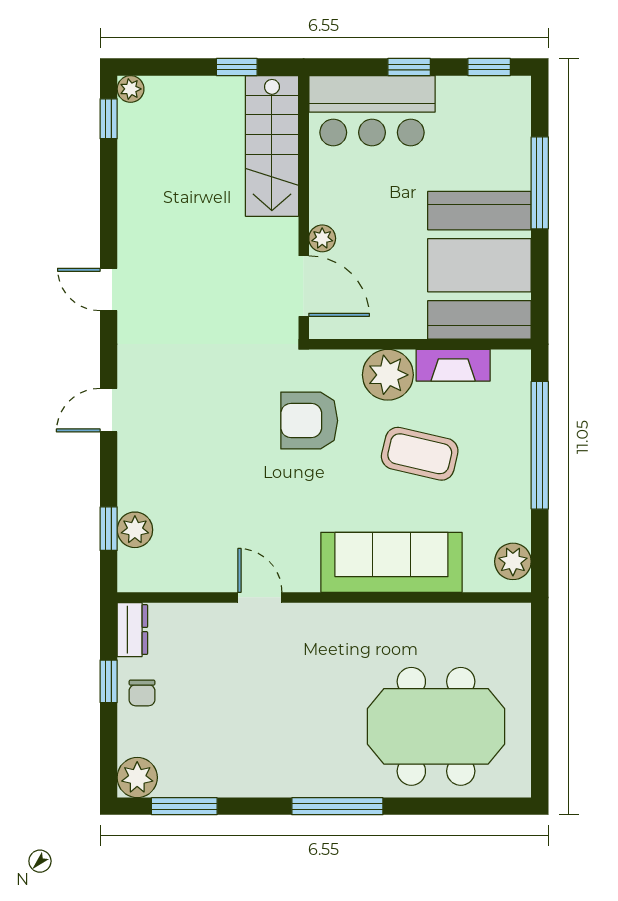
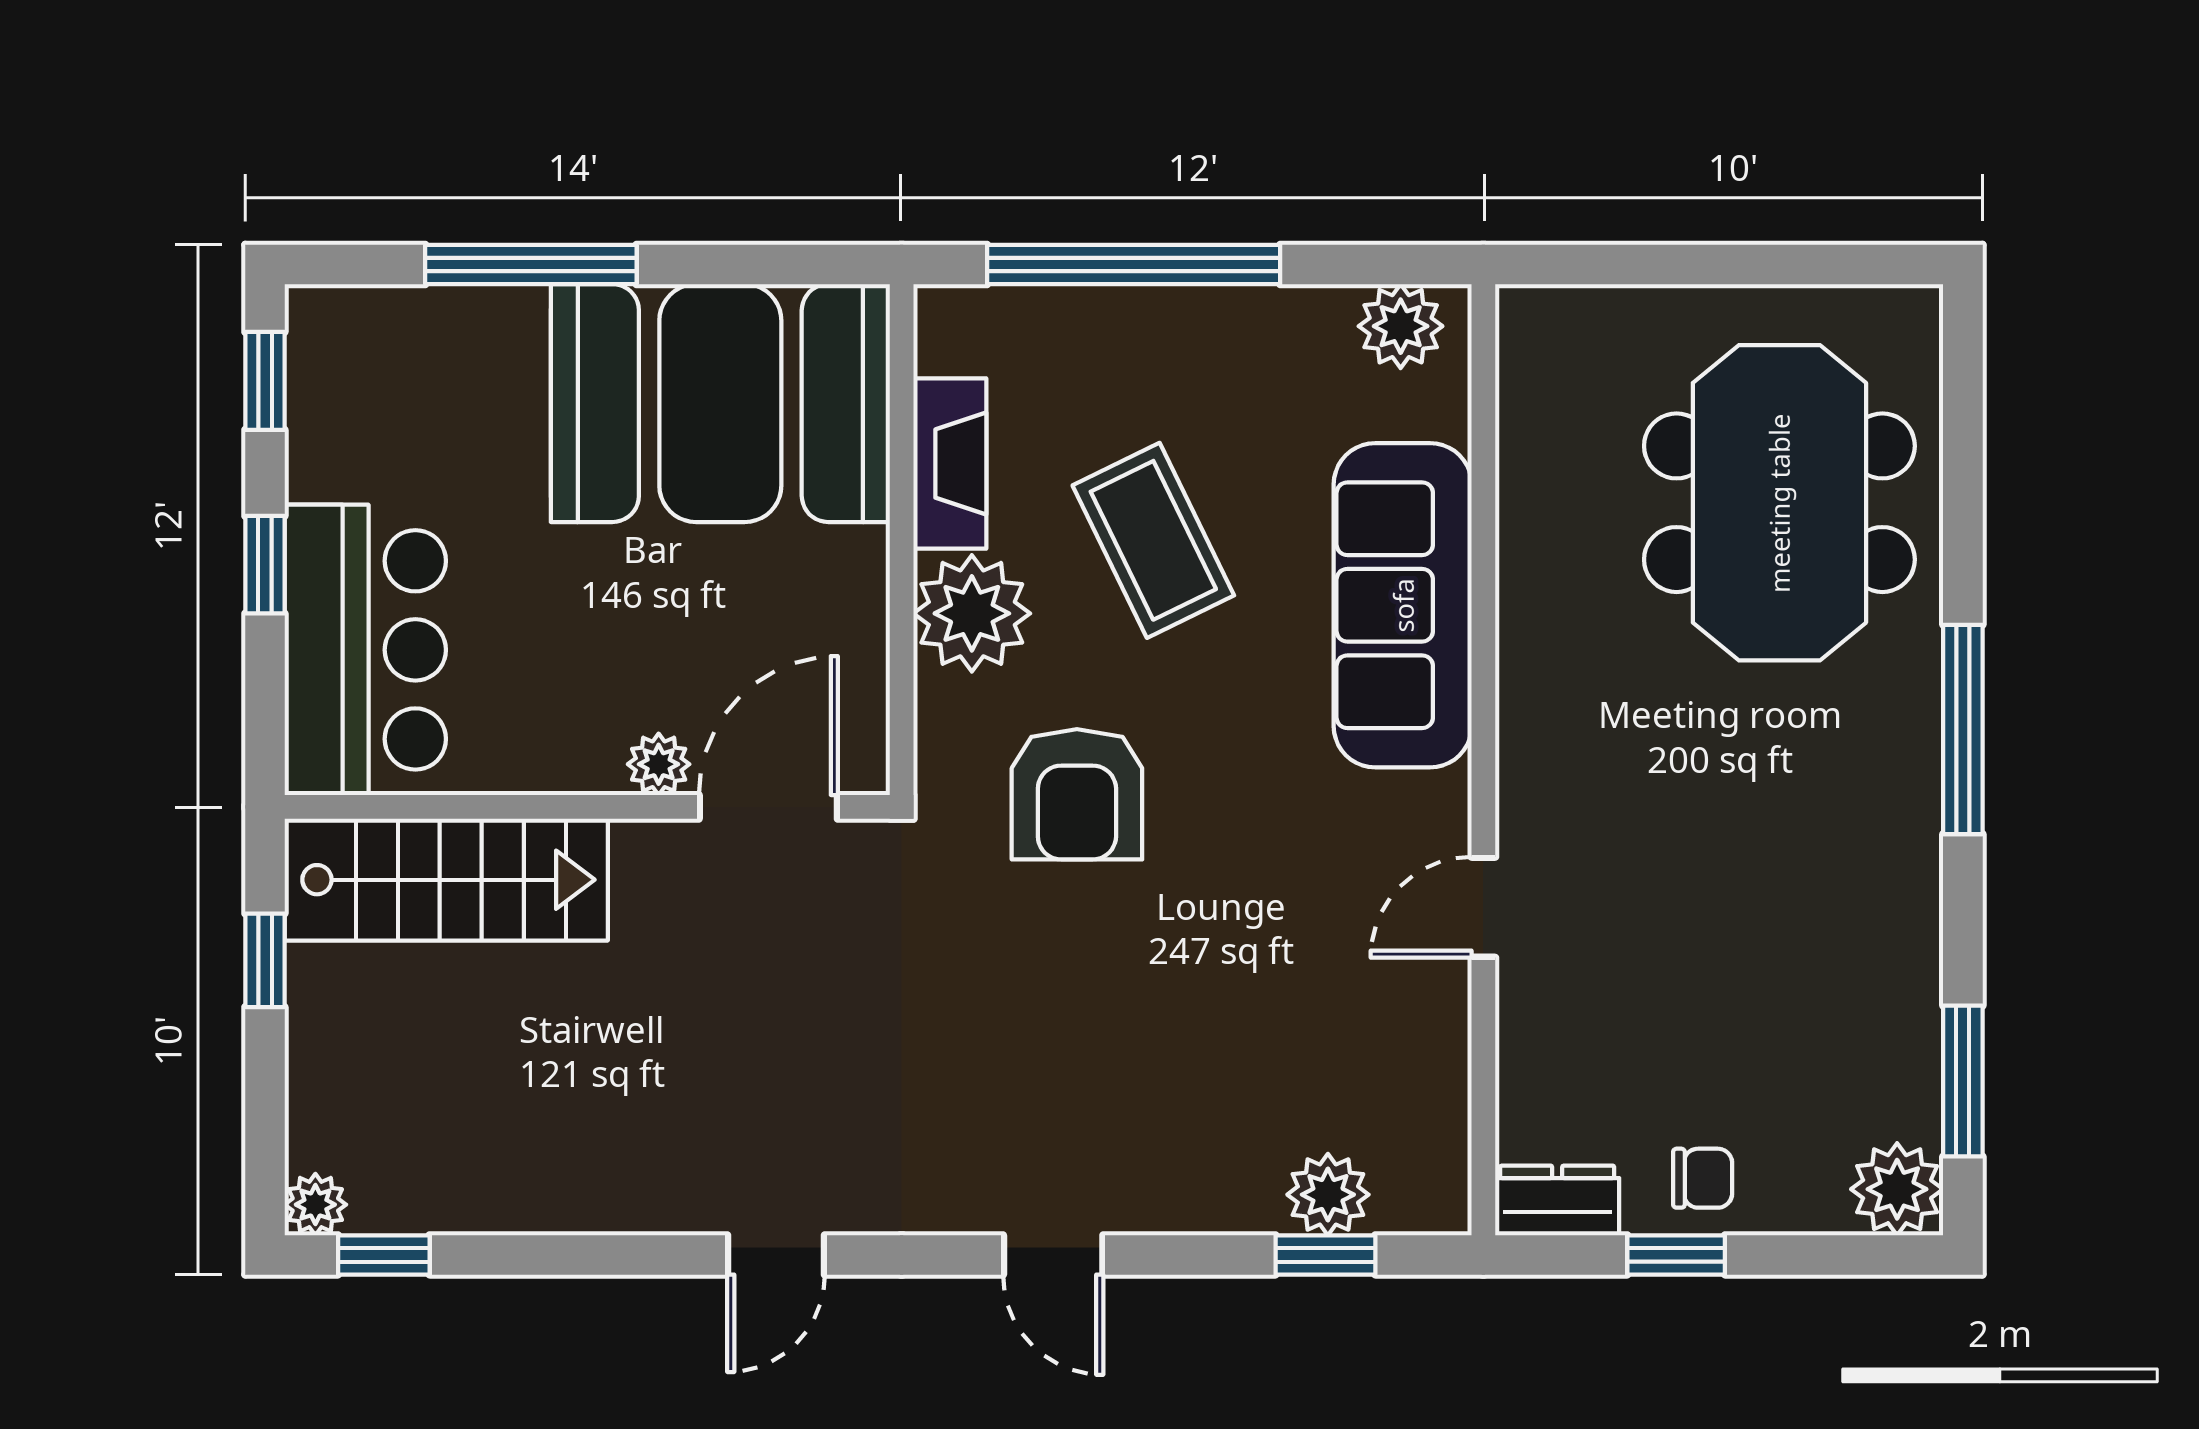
coffee table: (420, 454) -> (1153, 540), turned -39

